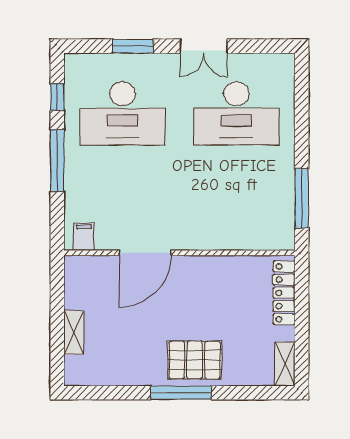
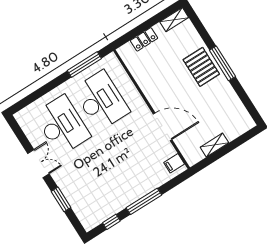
desk: (123, 113) -> (101, 101), moved
locker: (284, 293) -> (144, 39), width x0.66
shelving: (74, 333) -> (214, 145), moved

